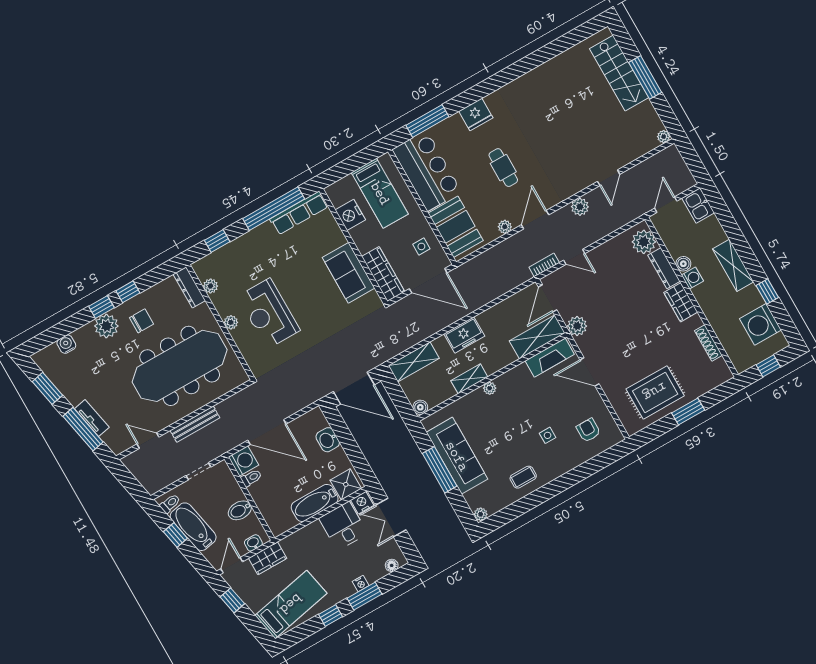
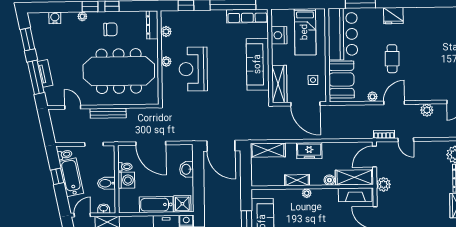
sofa: (349, 273) -> (258, 64), width x1.36
plant: (106, 326) -> (82, 16), width x0.53, depth x0.53
boiler: (420, 407) -> (329, 180), moved
washing machine: (243, 461) -> (126, 180), moved

